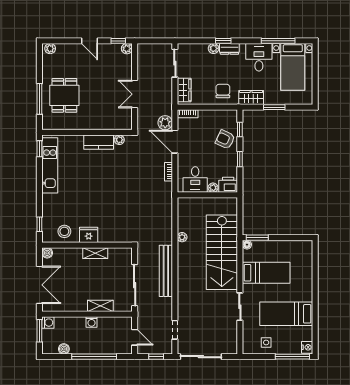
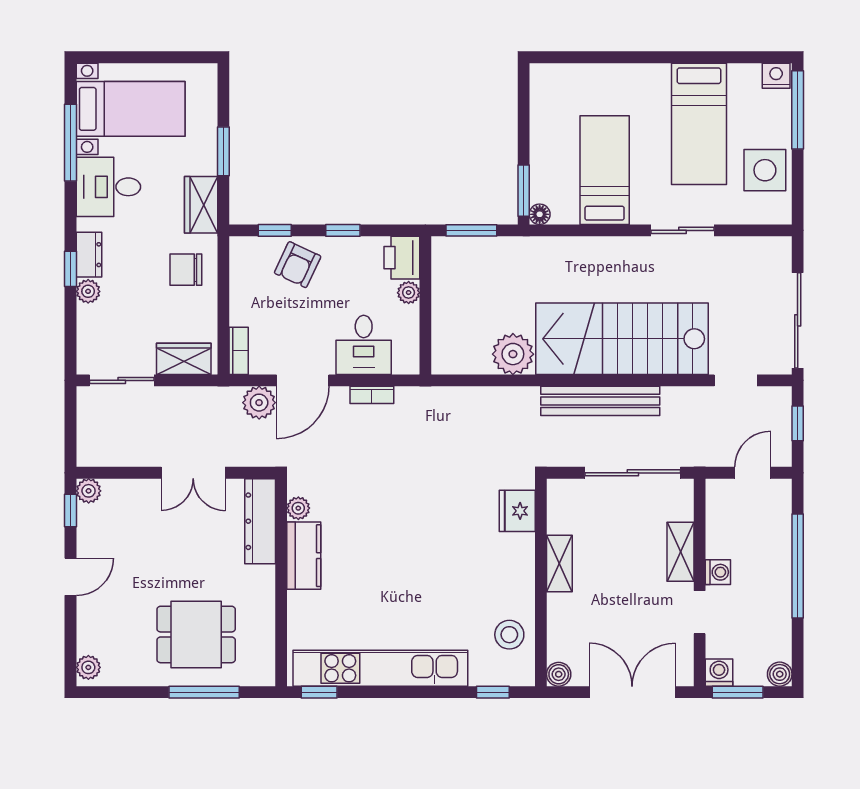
dresser: (114, 123) -> (260, 521), added
kitchen unit: (50, 165) -> (380, 668), width x1.36
desk: (195, 180) -> (364, 345), moved, turned 90
window: (240, 215) -> (471, 230), added
fridge: (89, 235) -> (517, 511), moved
plant: (182, 237) -> (513, 354), width x1.87, depth x1.87
stairs: (222, 252) -> (622, 339), moved, turned 180
doorway: (74, 314) -> (700, 612), added
side table: (266, 343) -> (765, 170), width x1.87, depth x1.87
boiler: (64, 349) -> (780, 674), moved

